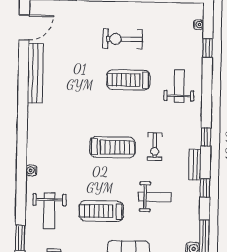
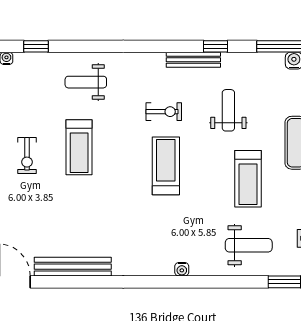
exercise bike: (123, 39) -> (27, 156), width x0.73, depth x0.72
window: (206, 137) -> (150, 46), removed
bench: (195, 165) -> (193, 60), width x1.36
water cooler: (31, 170) -> (182, 269), moved

